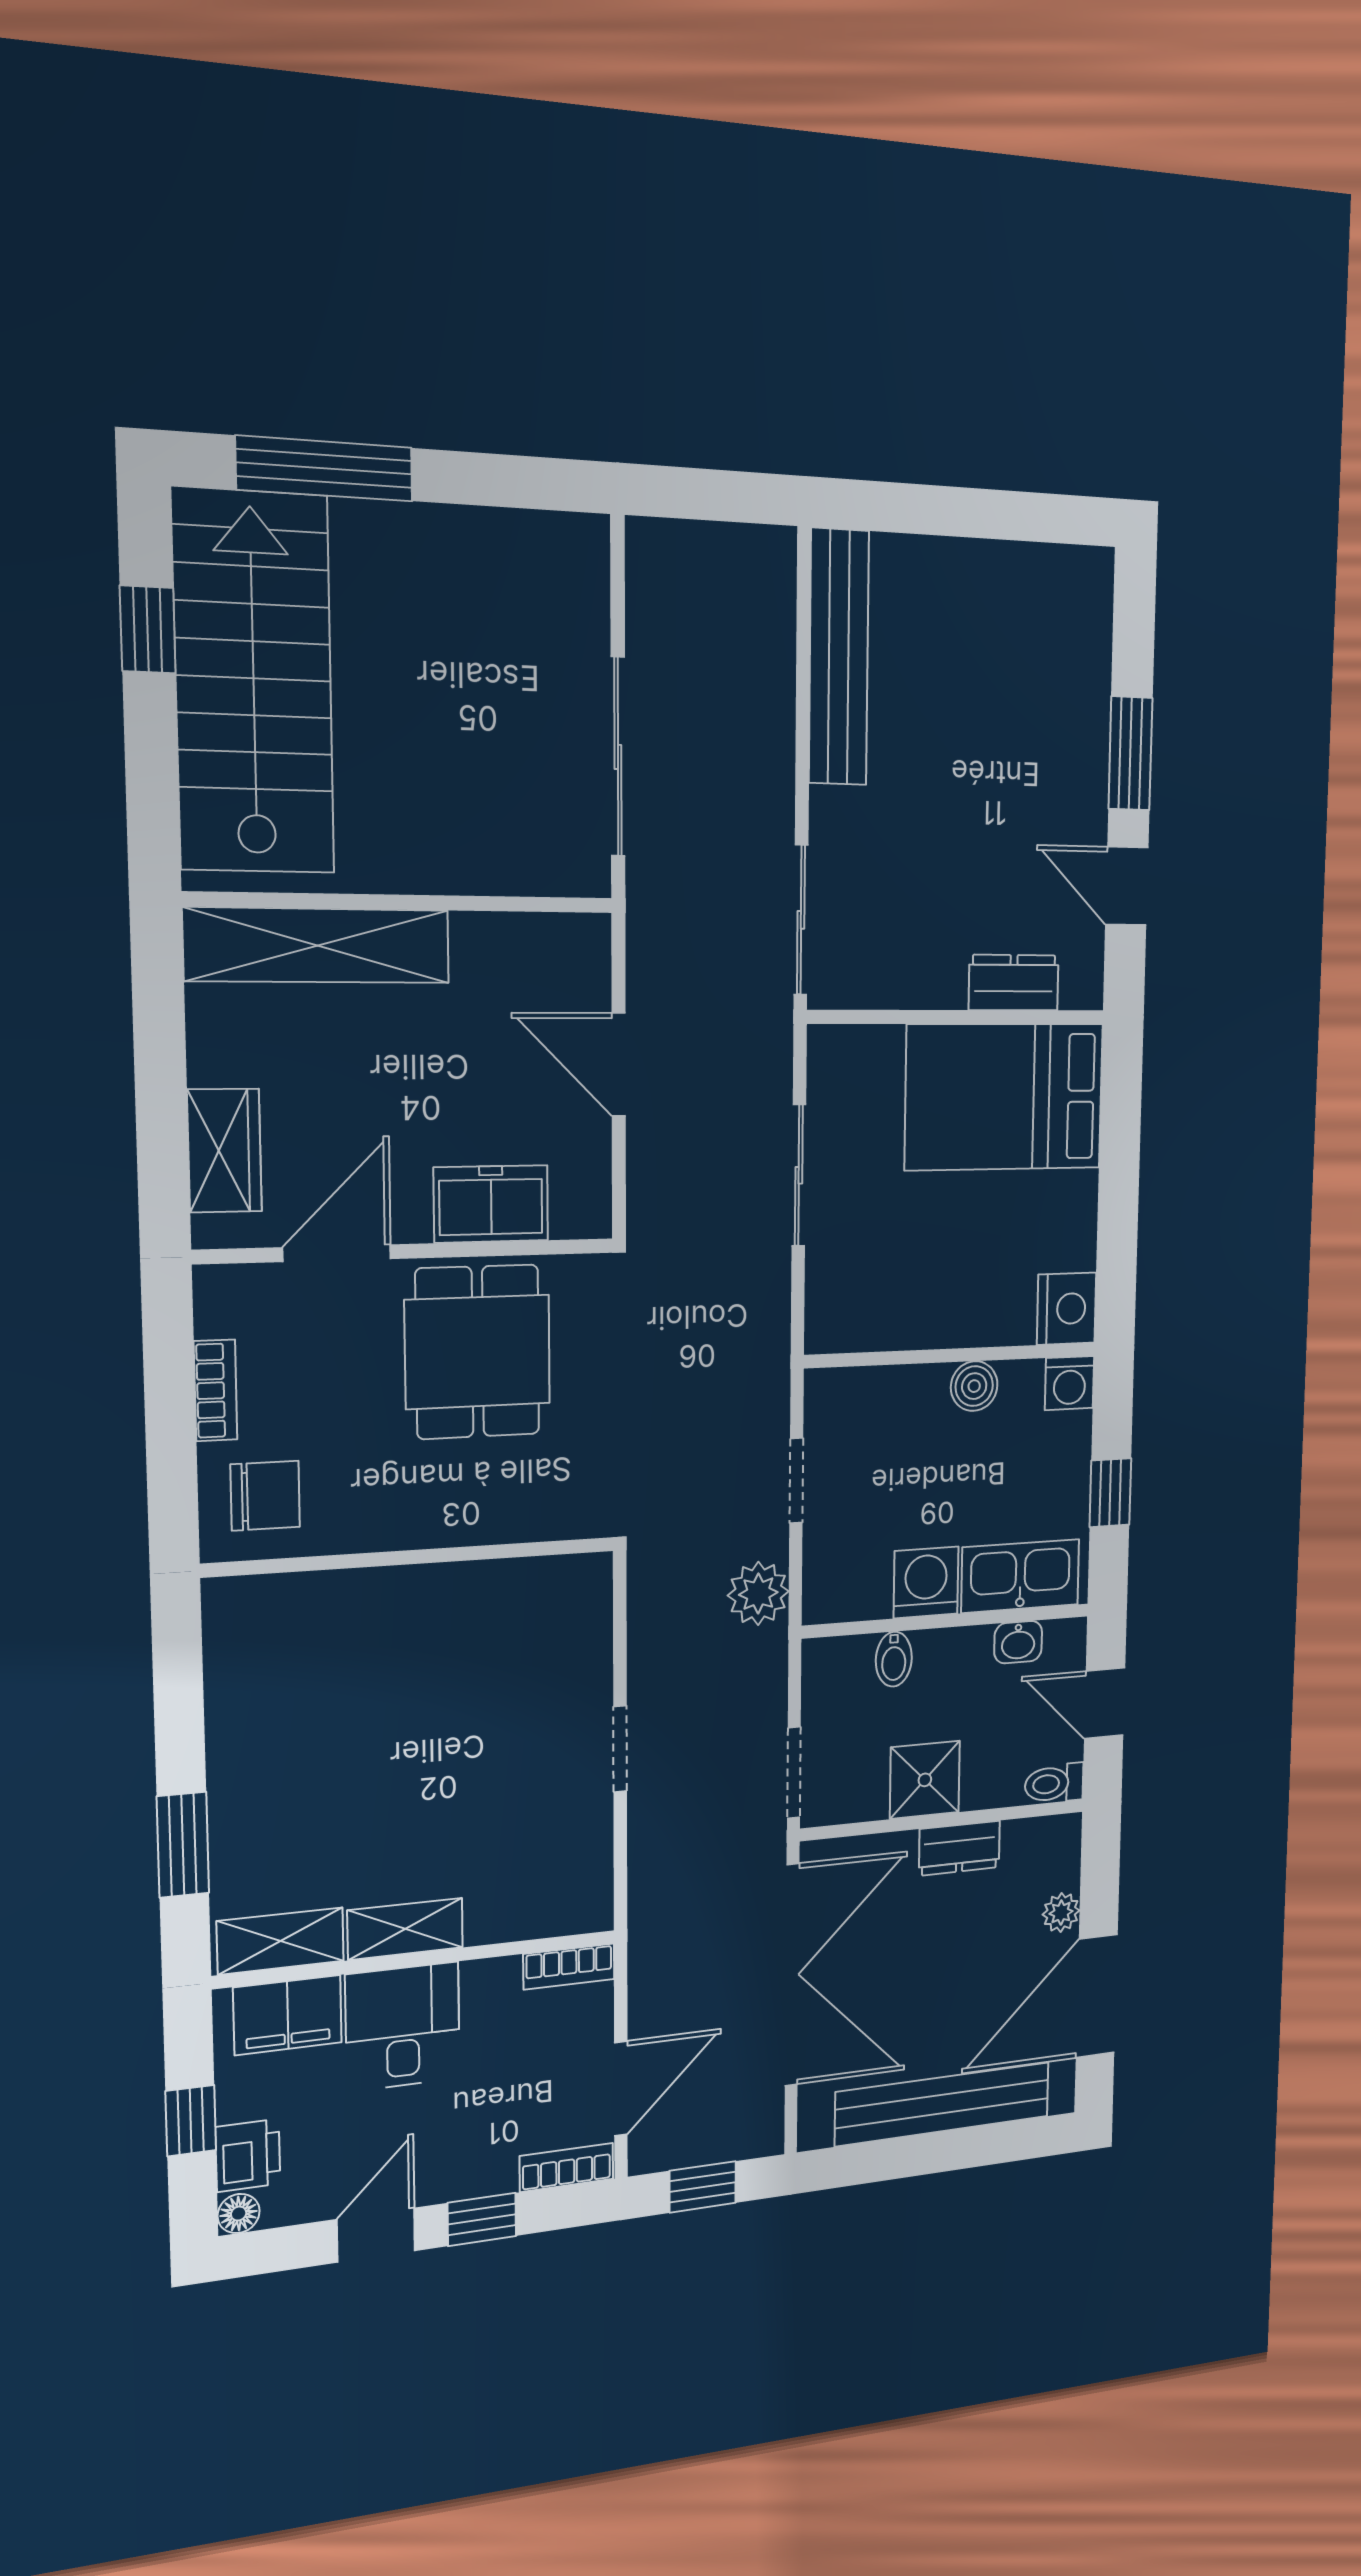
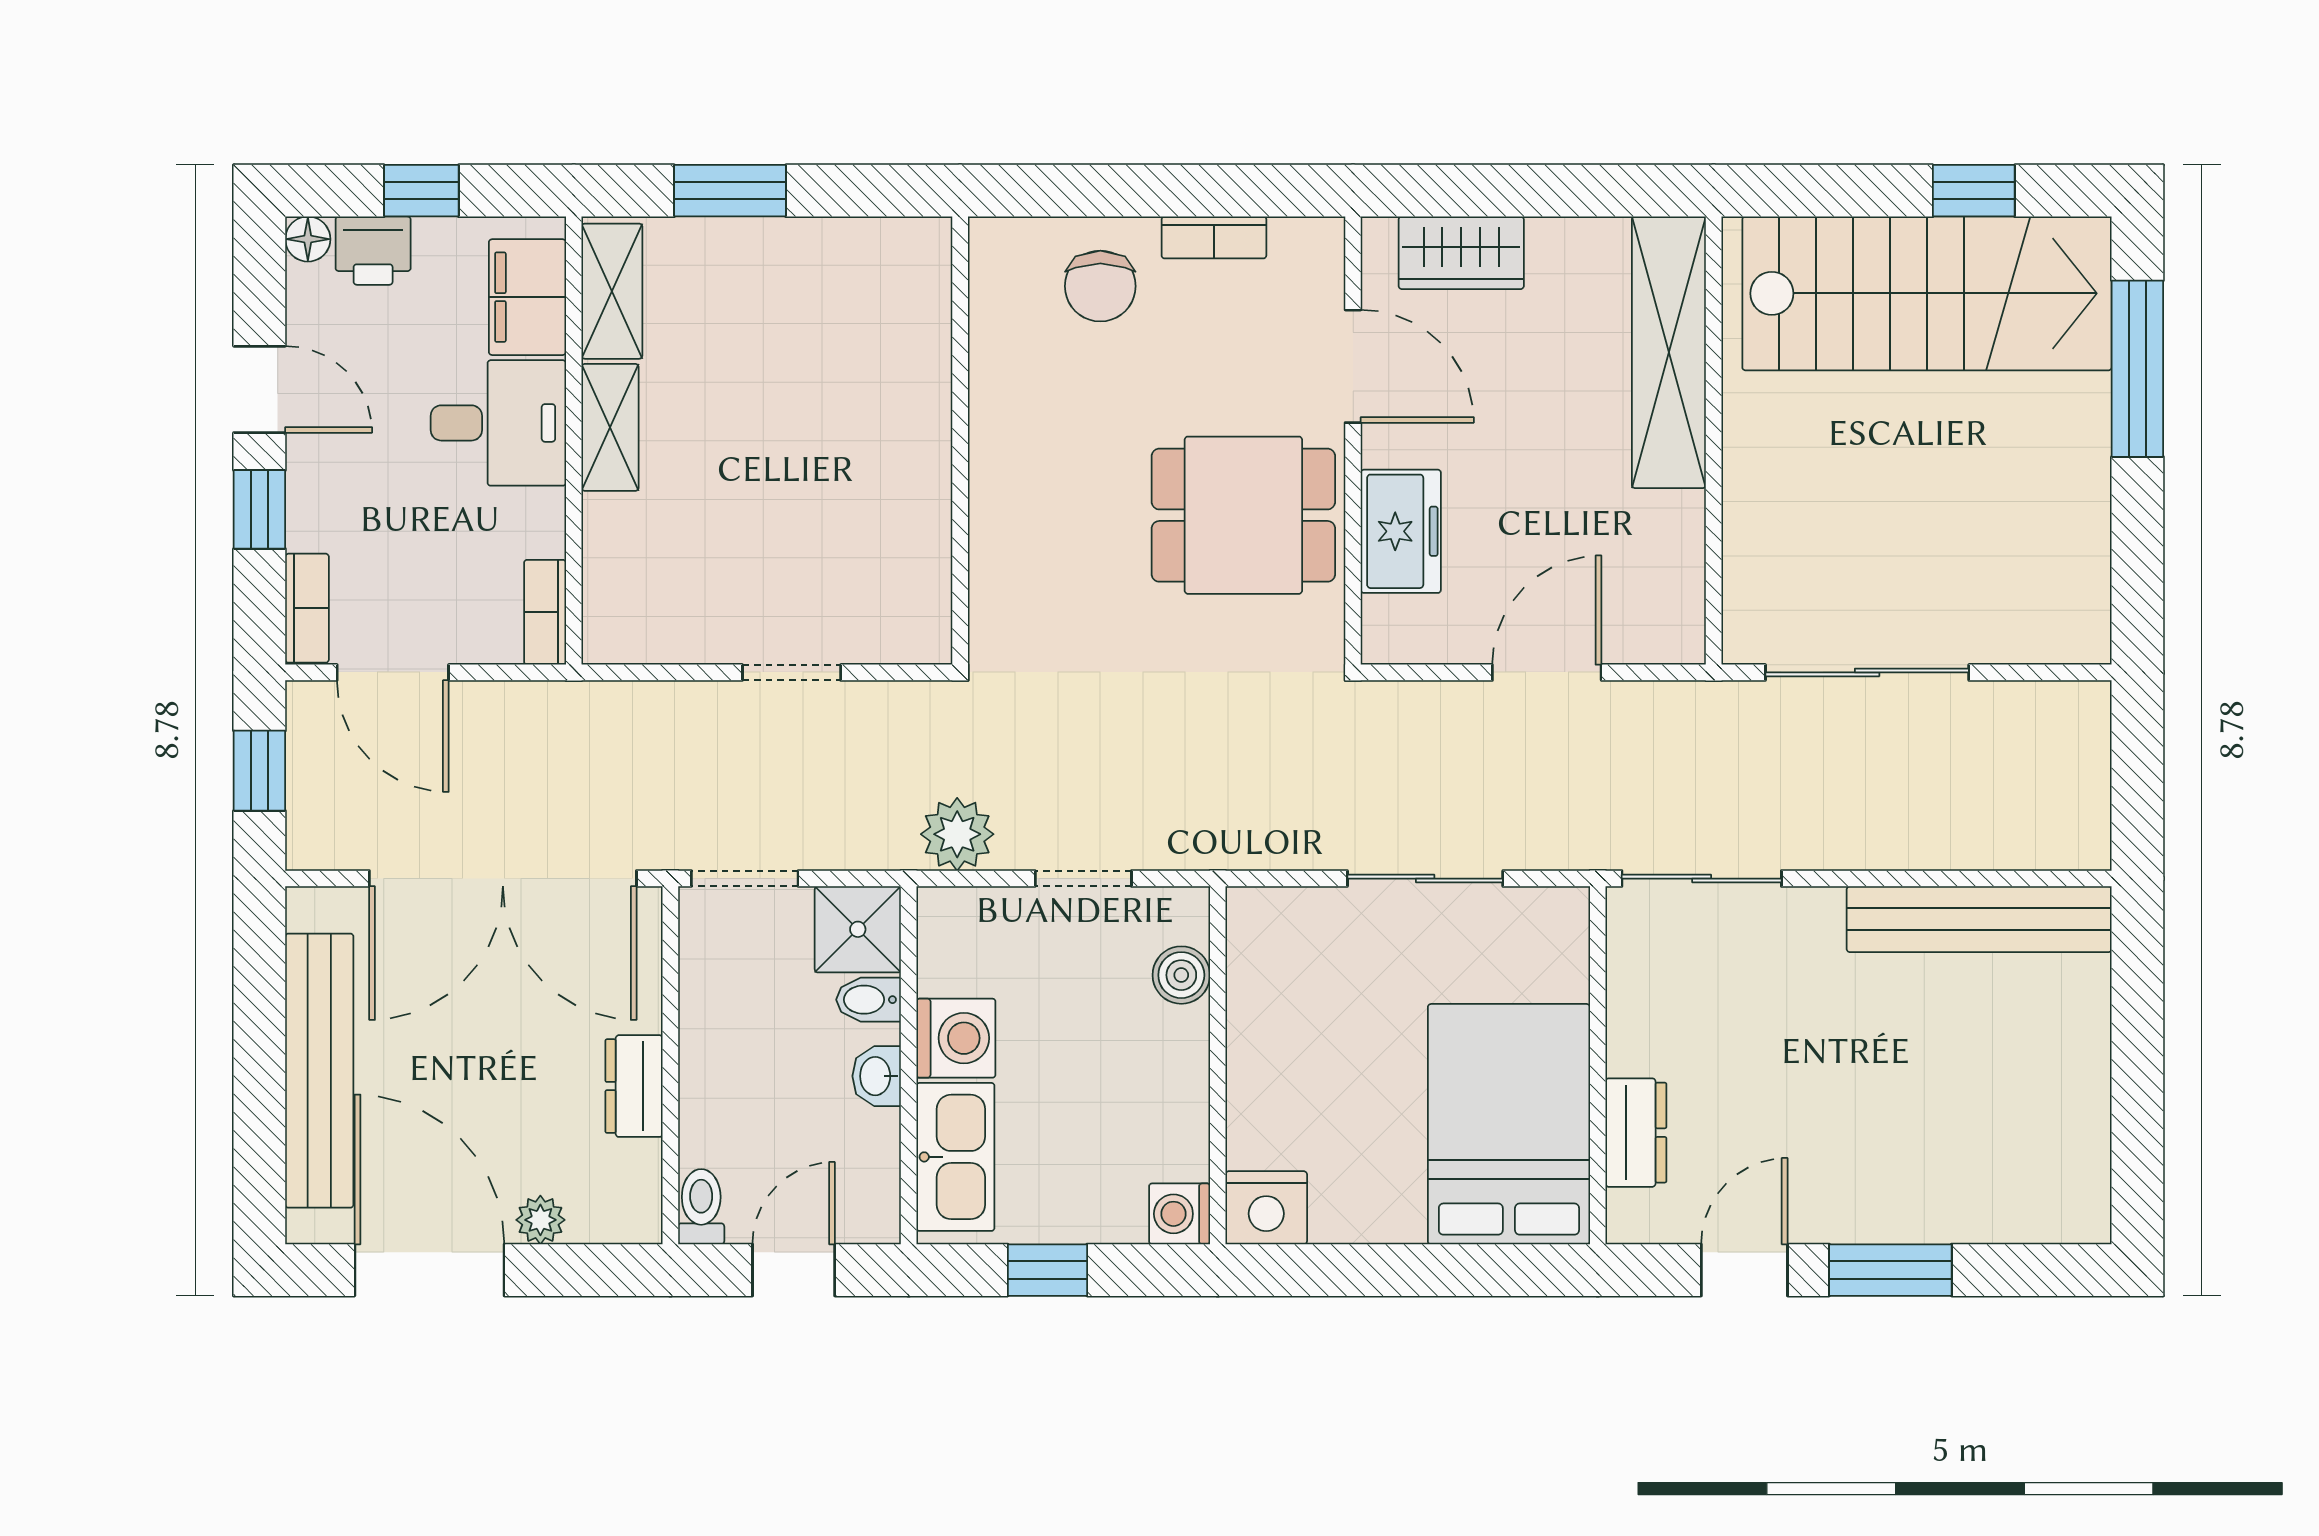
boiler: (974, 1386) -> (1181, 975), moved
wall: (412, 1557) -> (960, 441), moved
washbasin: (1018, 1642) -> (877, 1076), moved
shower: (925, 1780) -> (858, 929), moved

